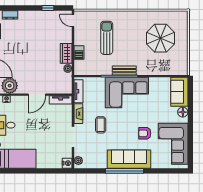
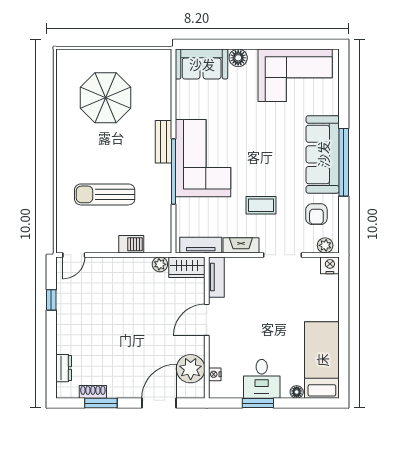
wardrobe: (66, 53) -> (187, 267), moved
bench: (124, 71) -> (164, 142), moved
door: (37, 95) -> (207, 320), swing flipped
armchair: (145, 133) -> (316, 214), moved

